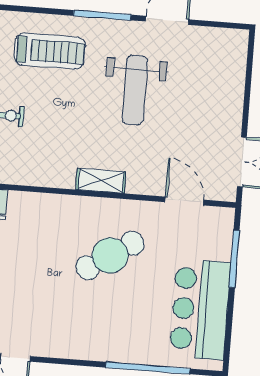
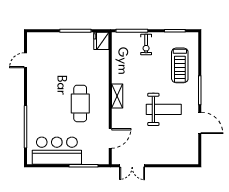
weight bench: (135, 90) -> (164, 109), turned 180
cafe table: (110, 255) -> (80, 103), turned 33

